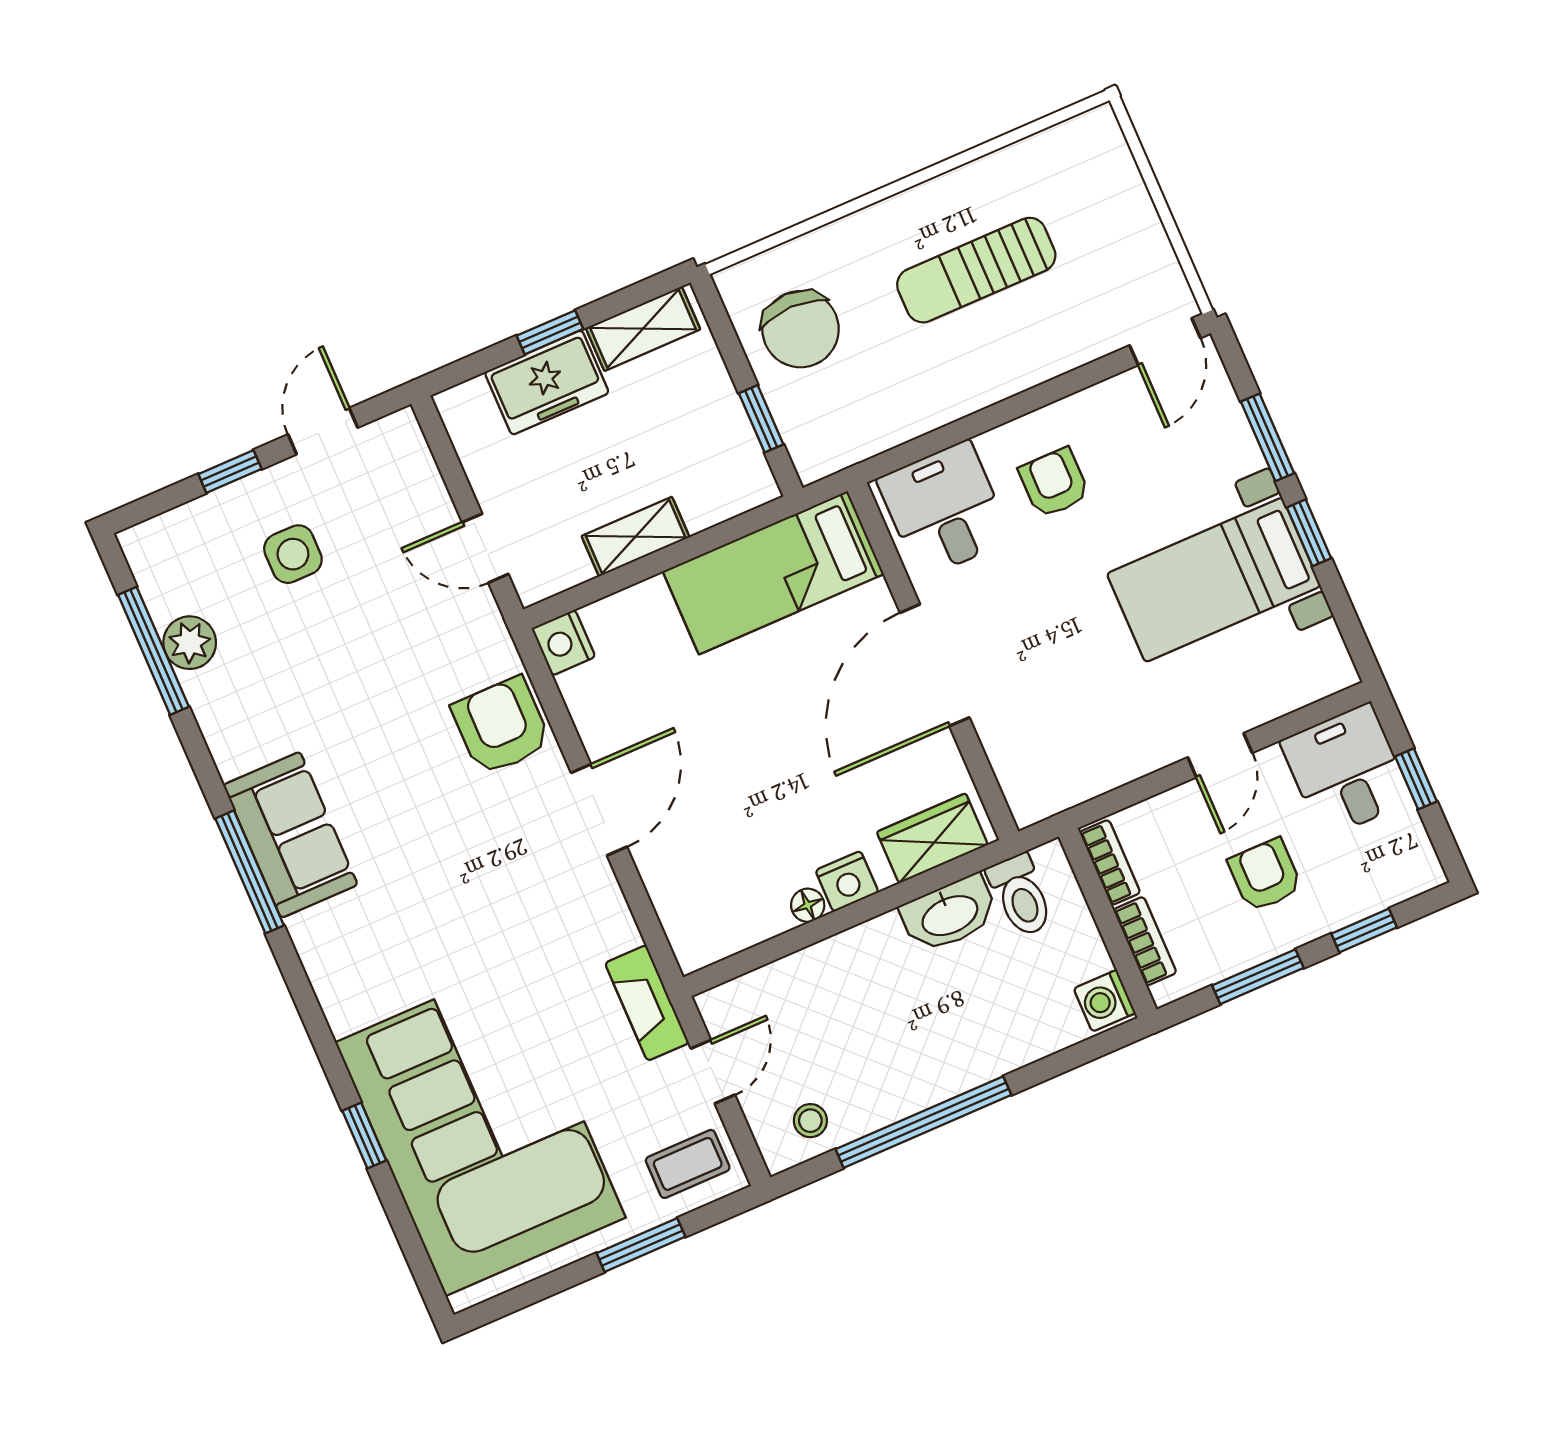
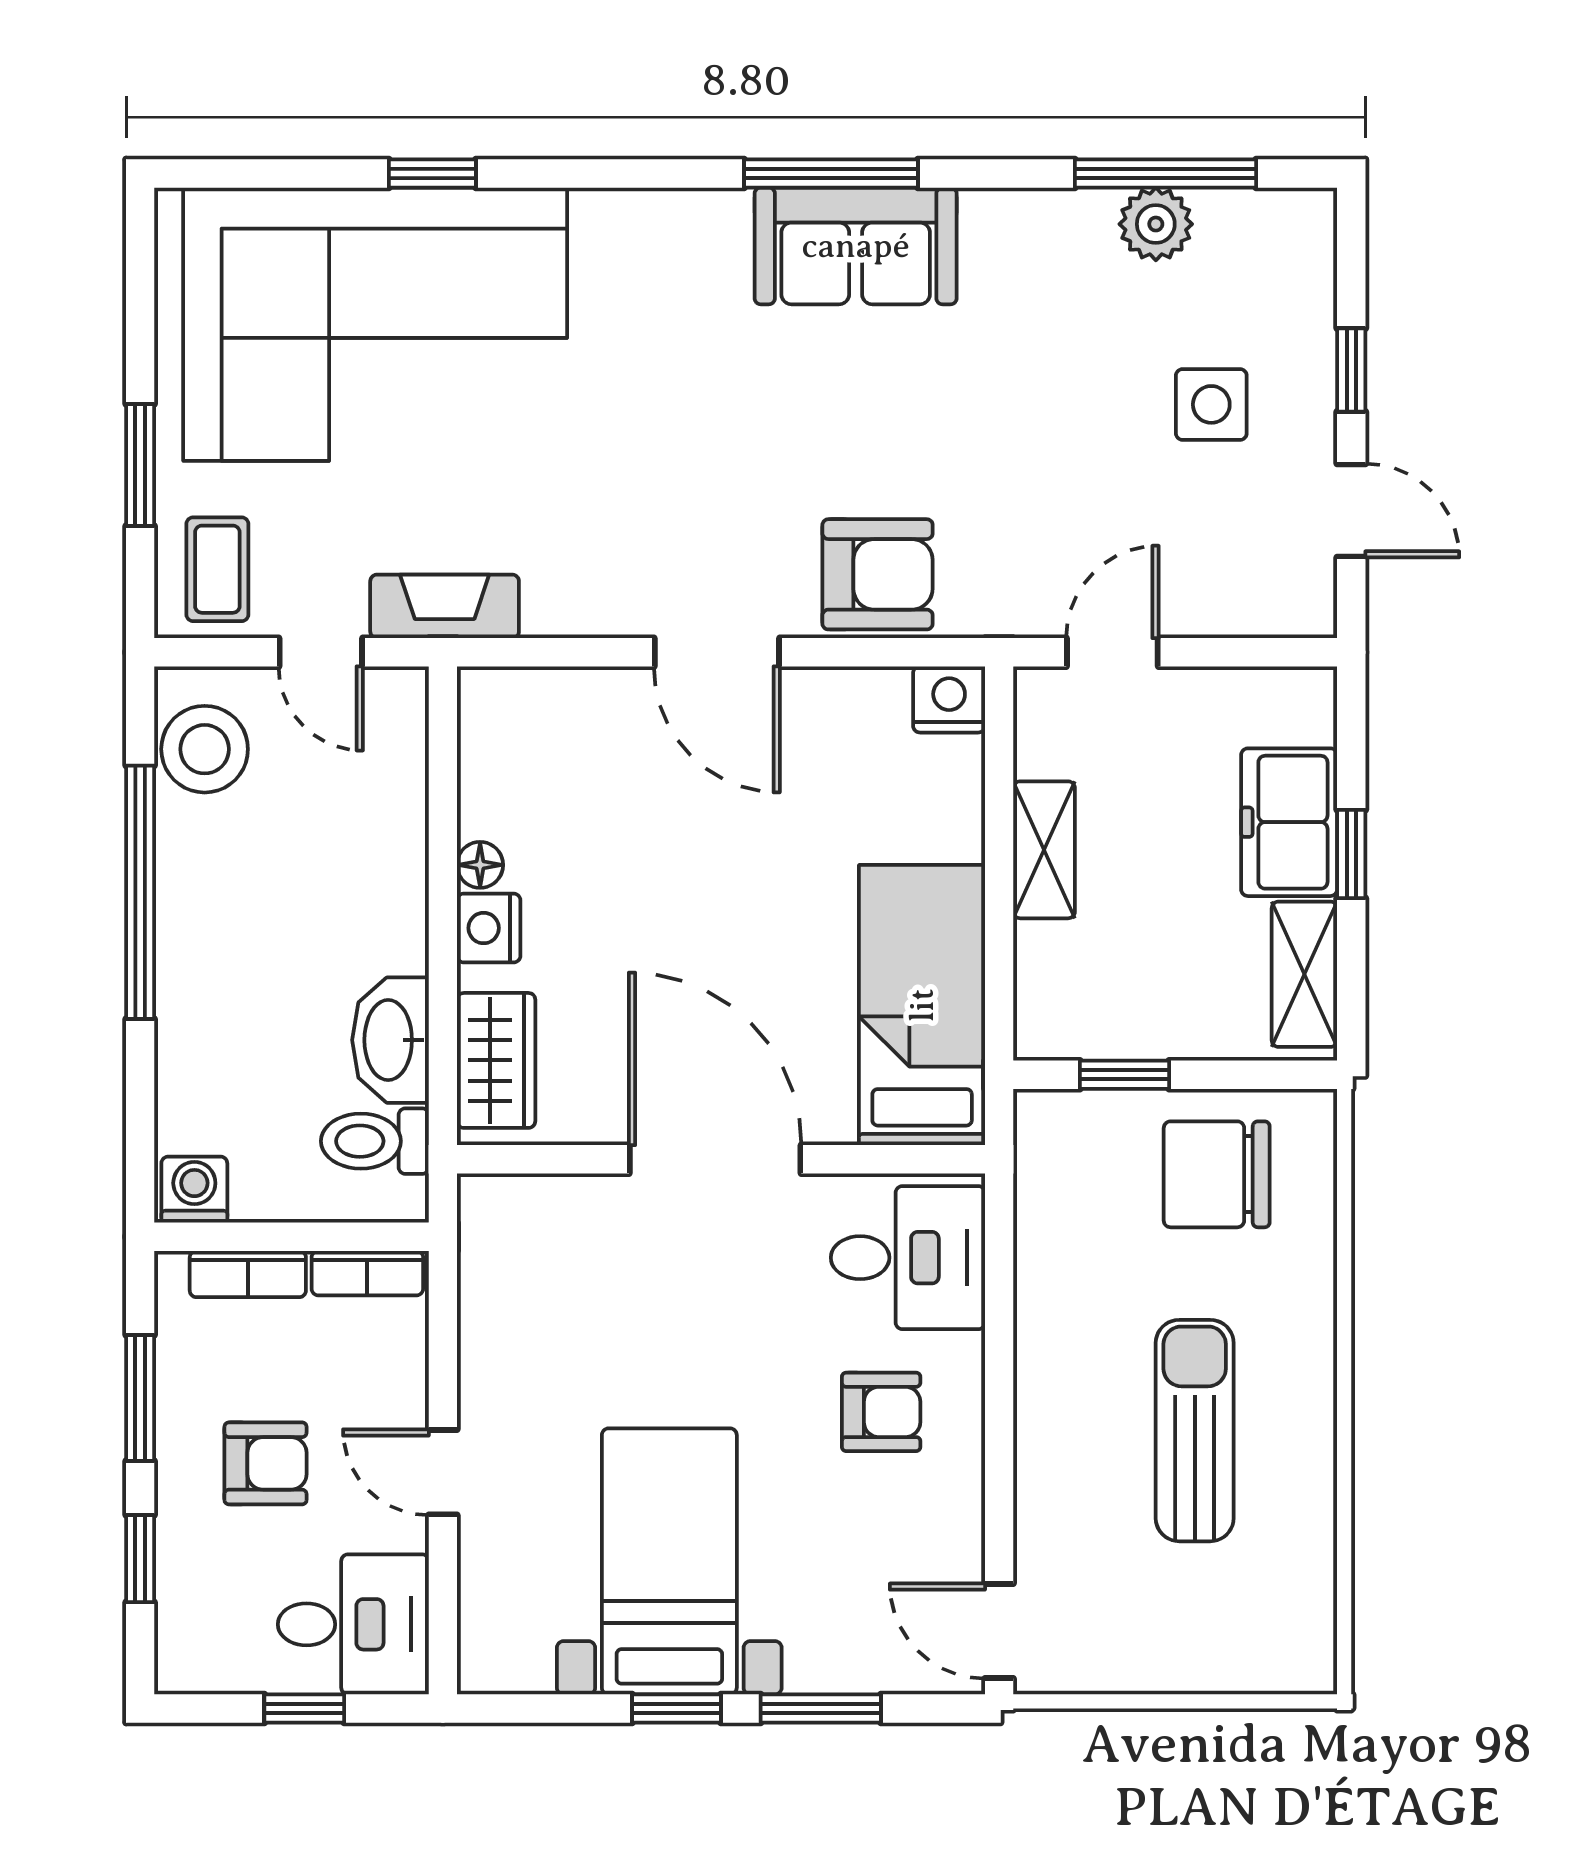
stool: (810, 1121) -> (205, 749), width x1.89, depth x1.89

